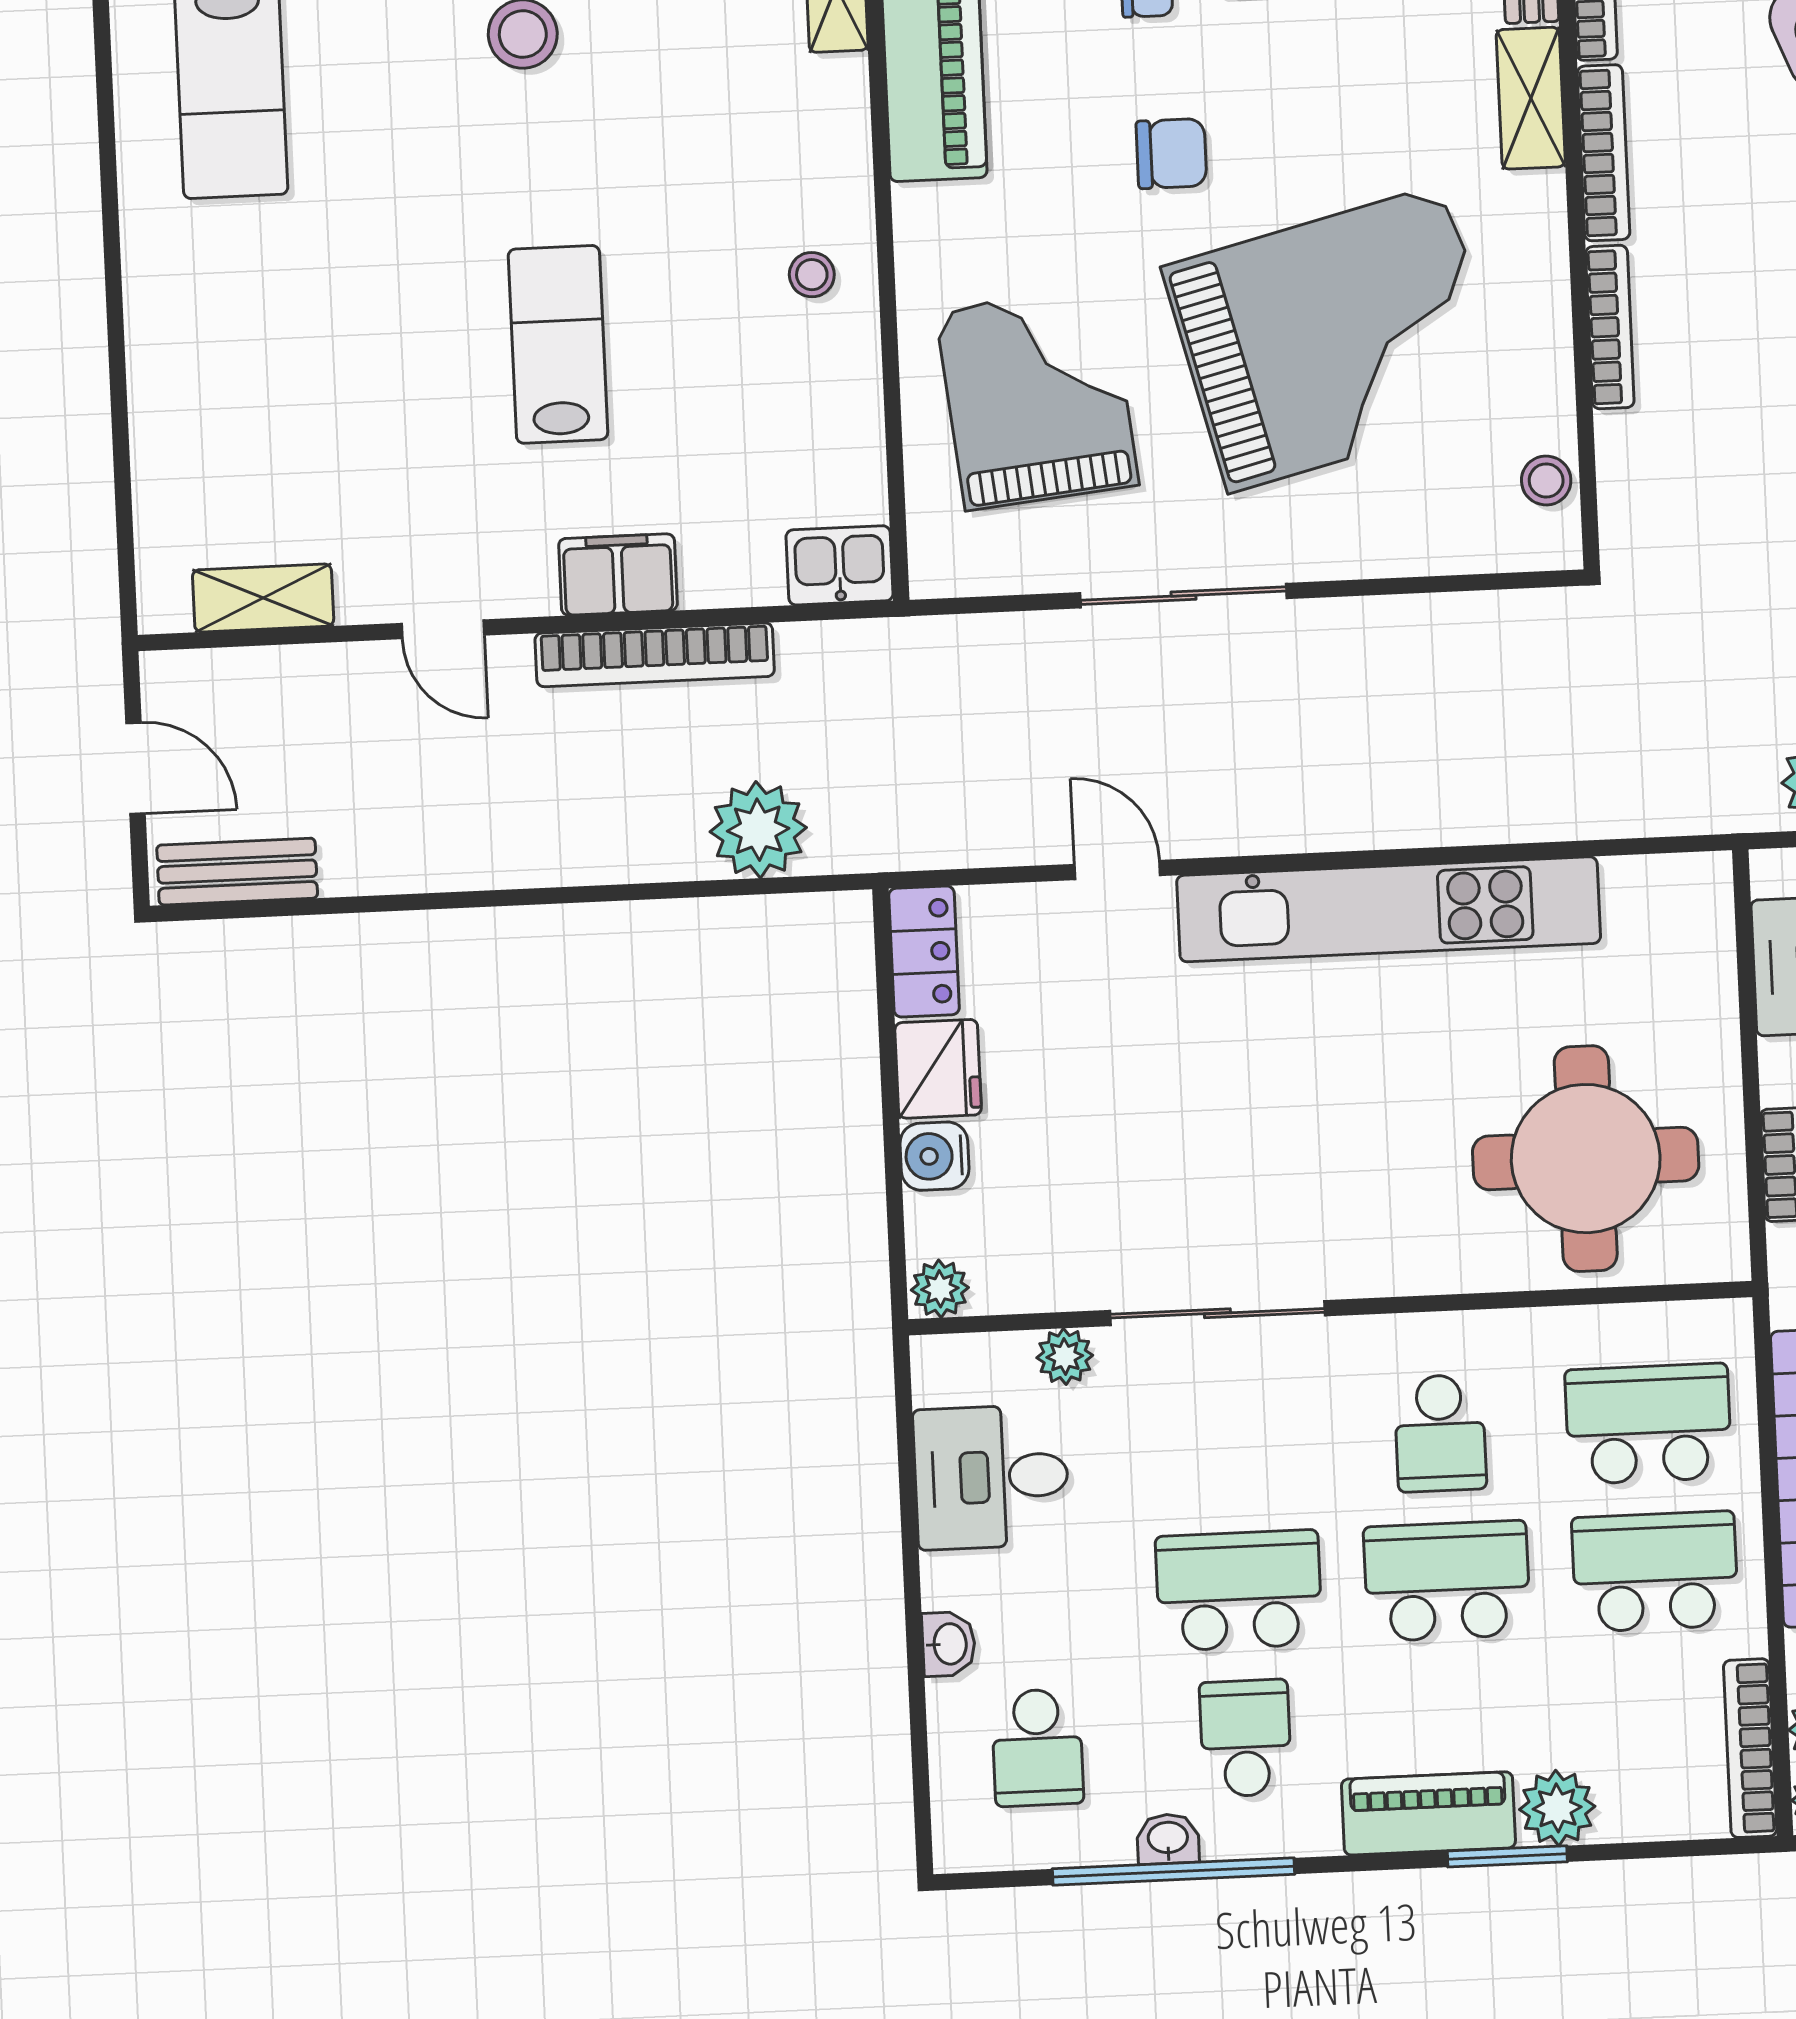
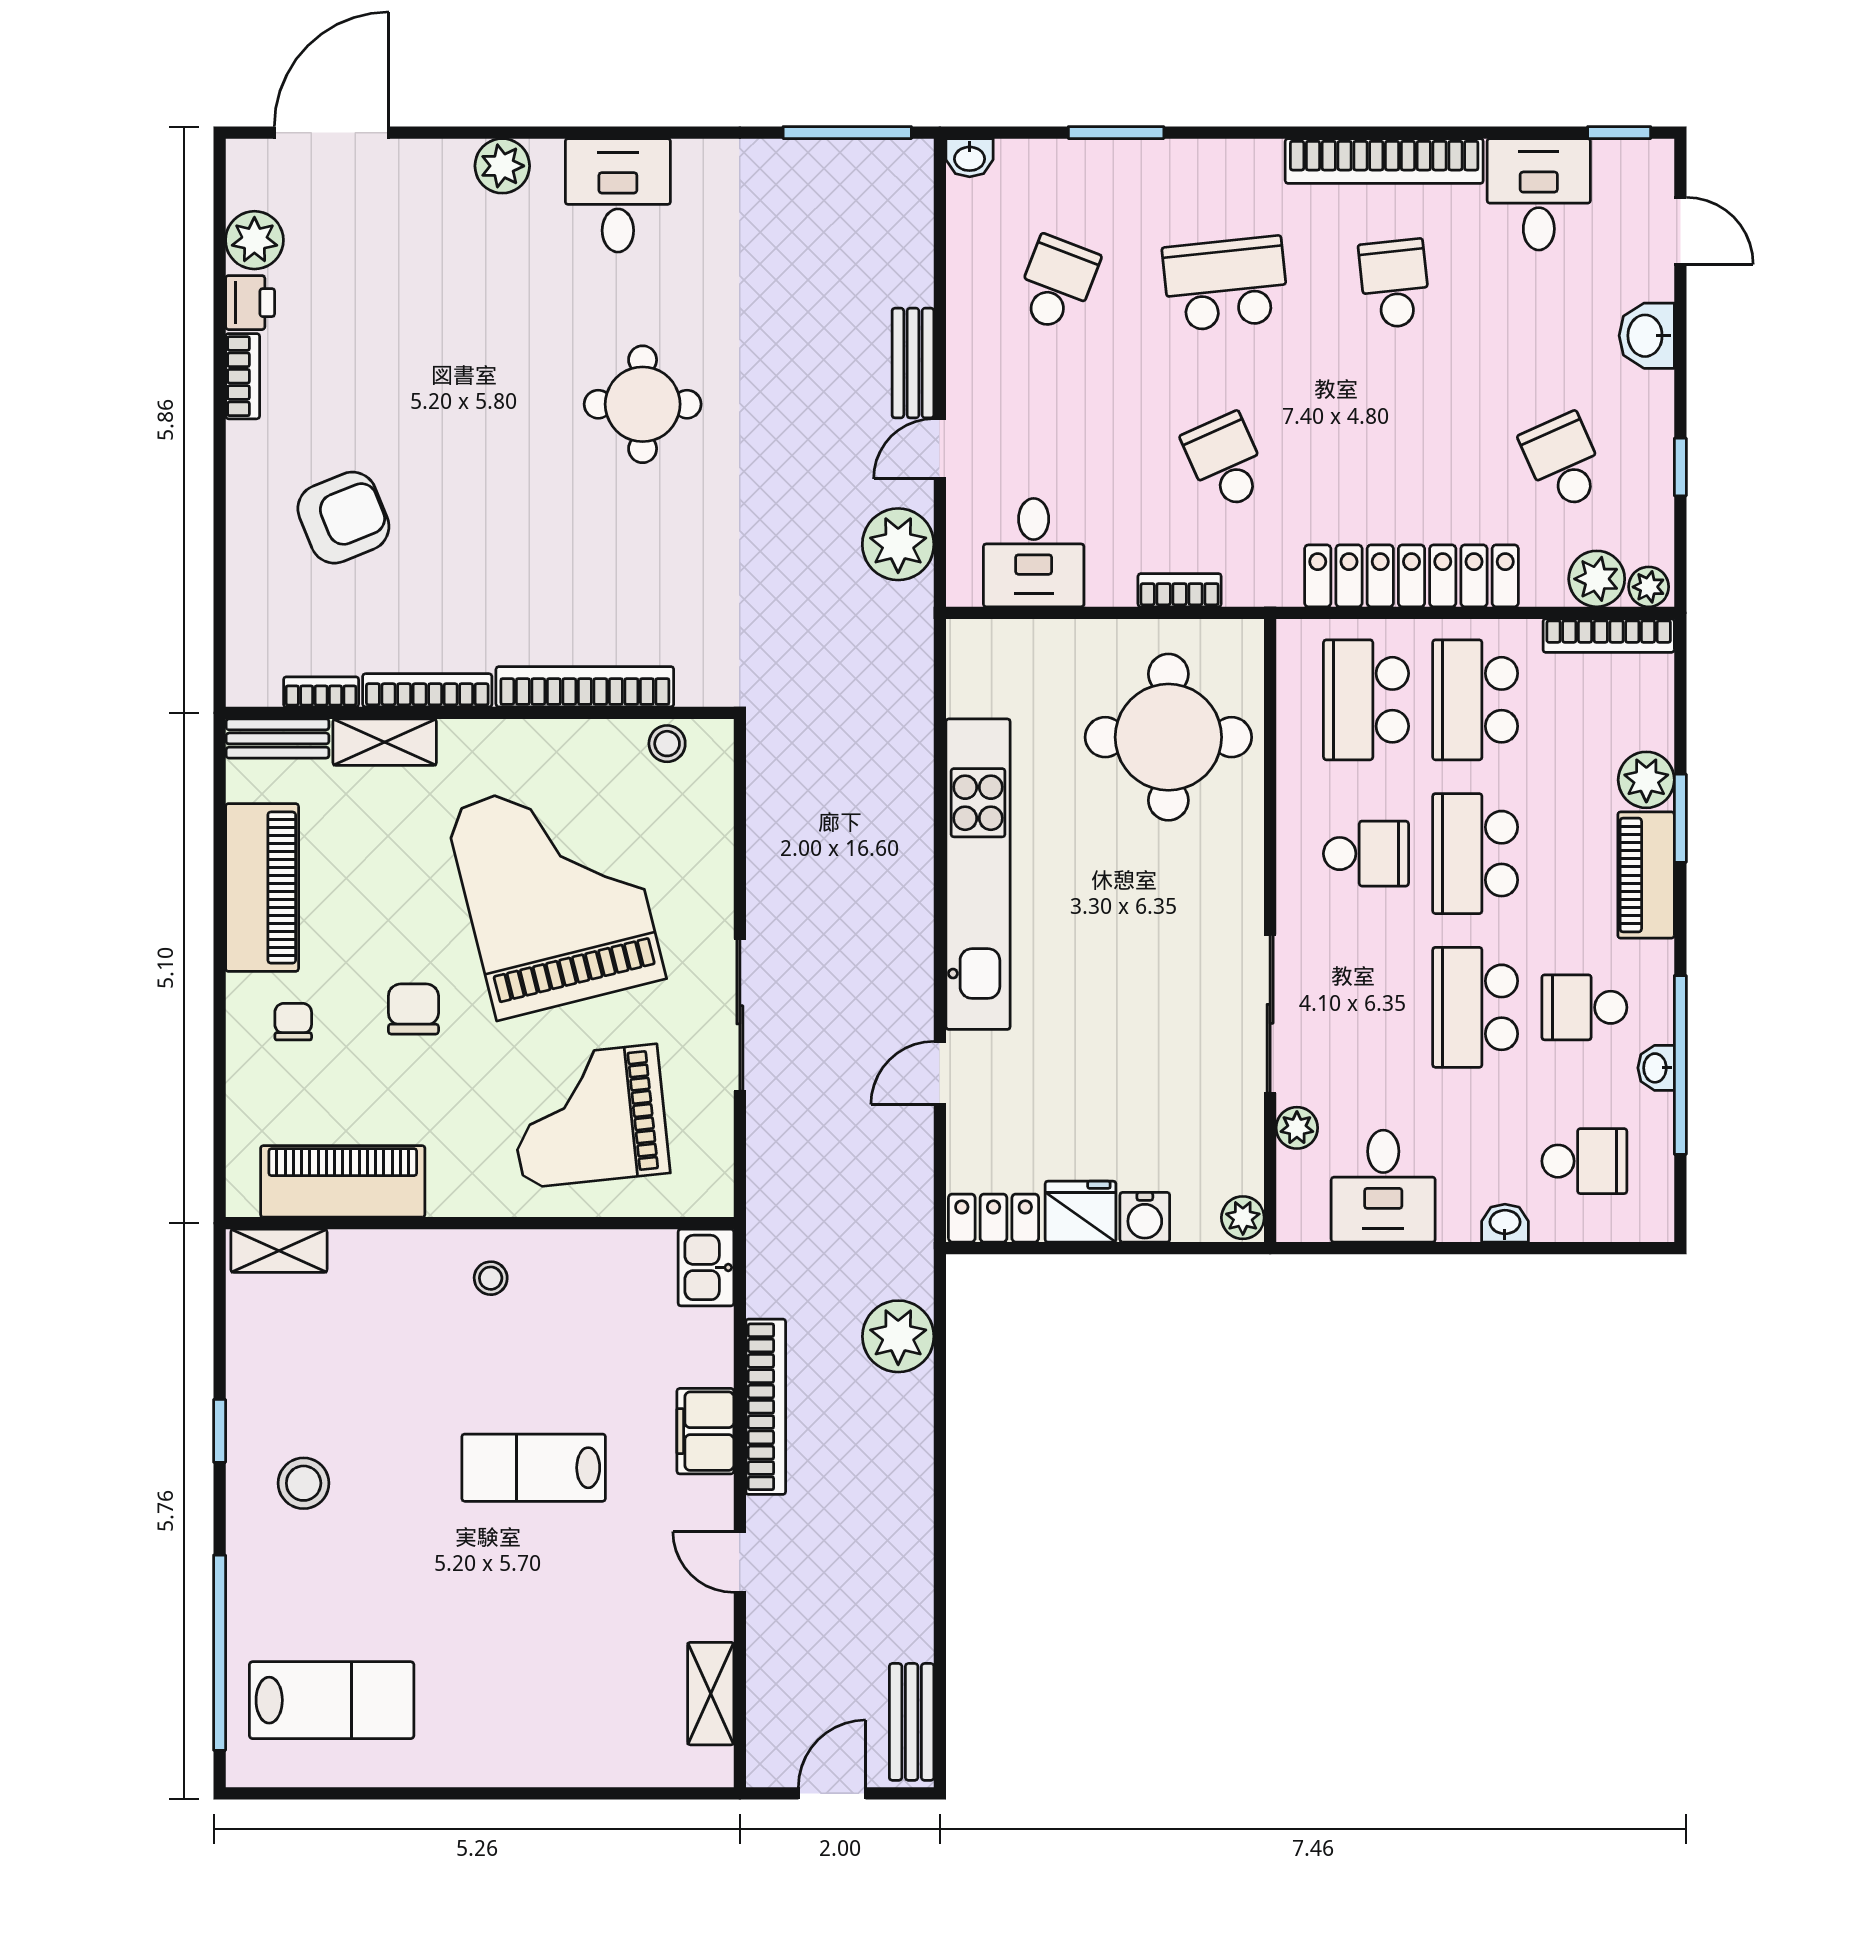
bookcase: (1610, 327) -> (585, 687), width x1.48, depth x1.31
door: (443, 629) -> (740, 1562), swing flipped

